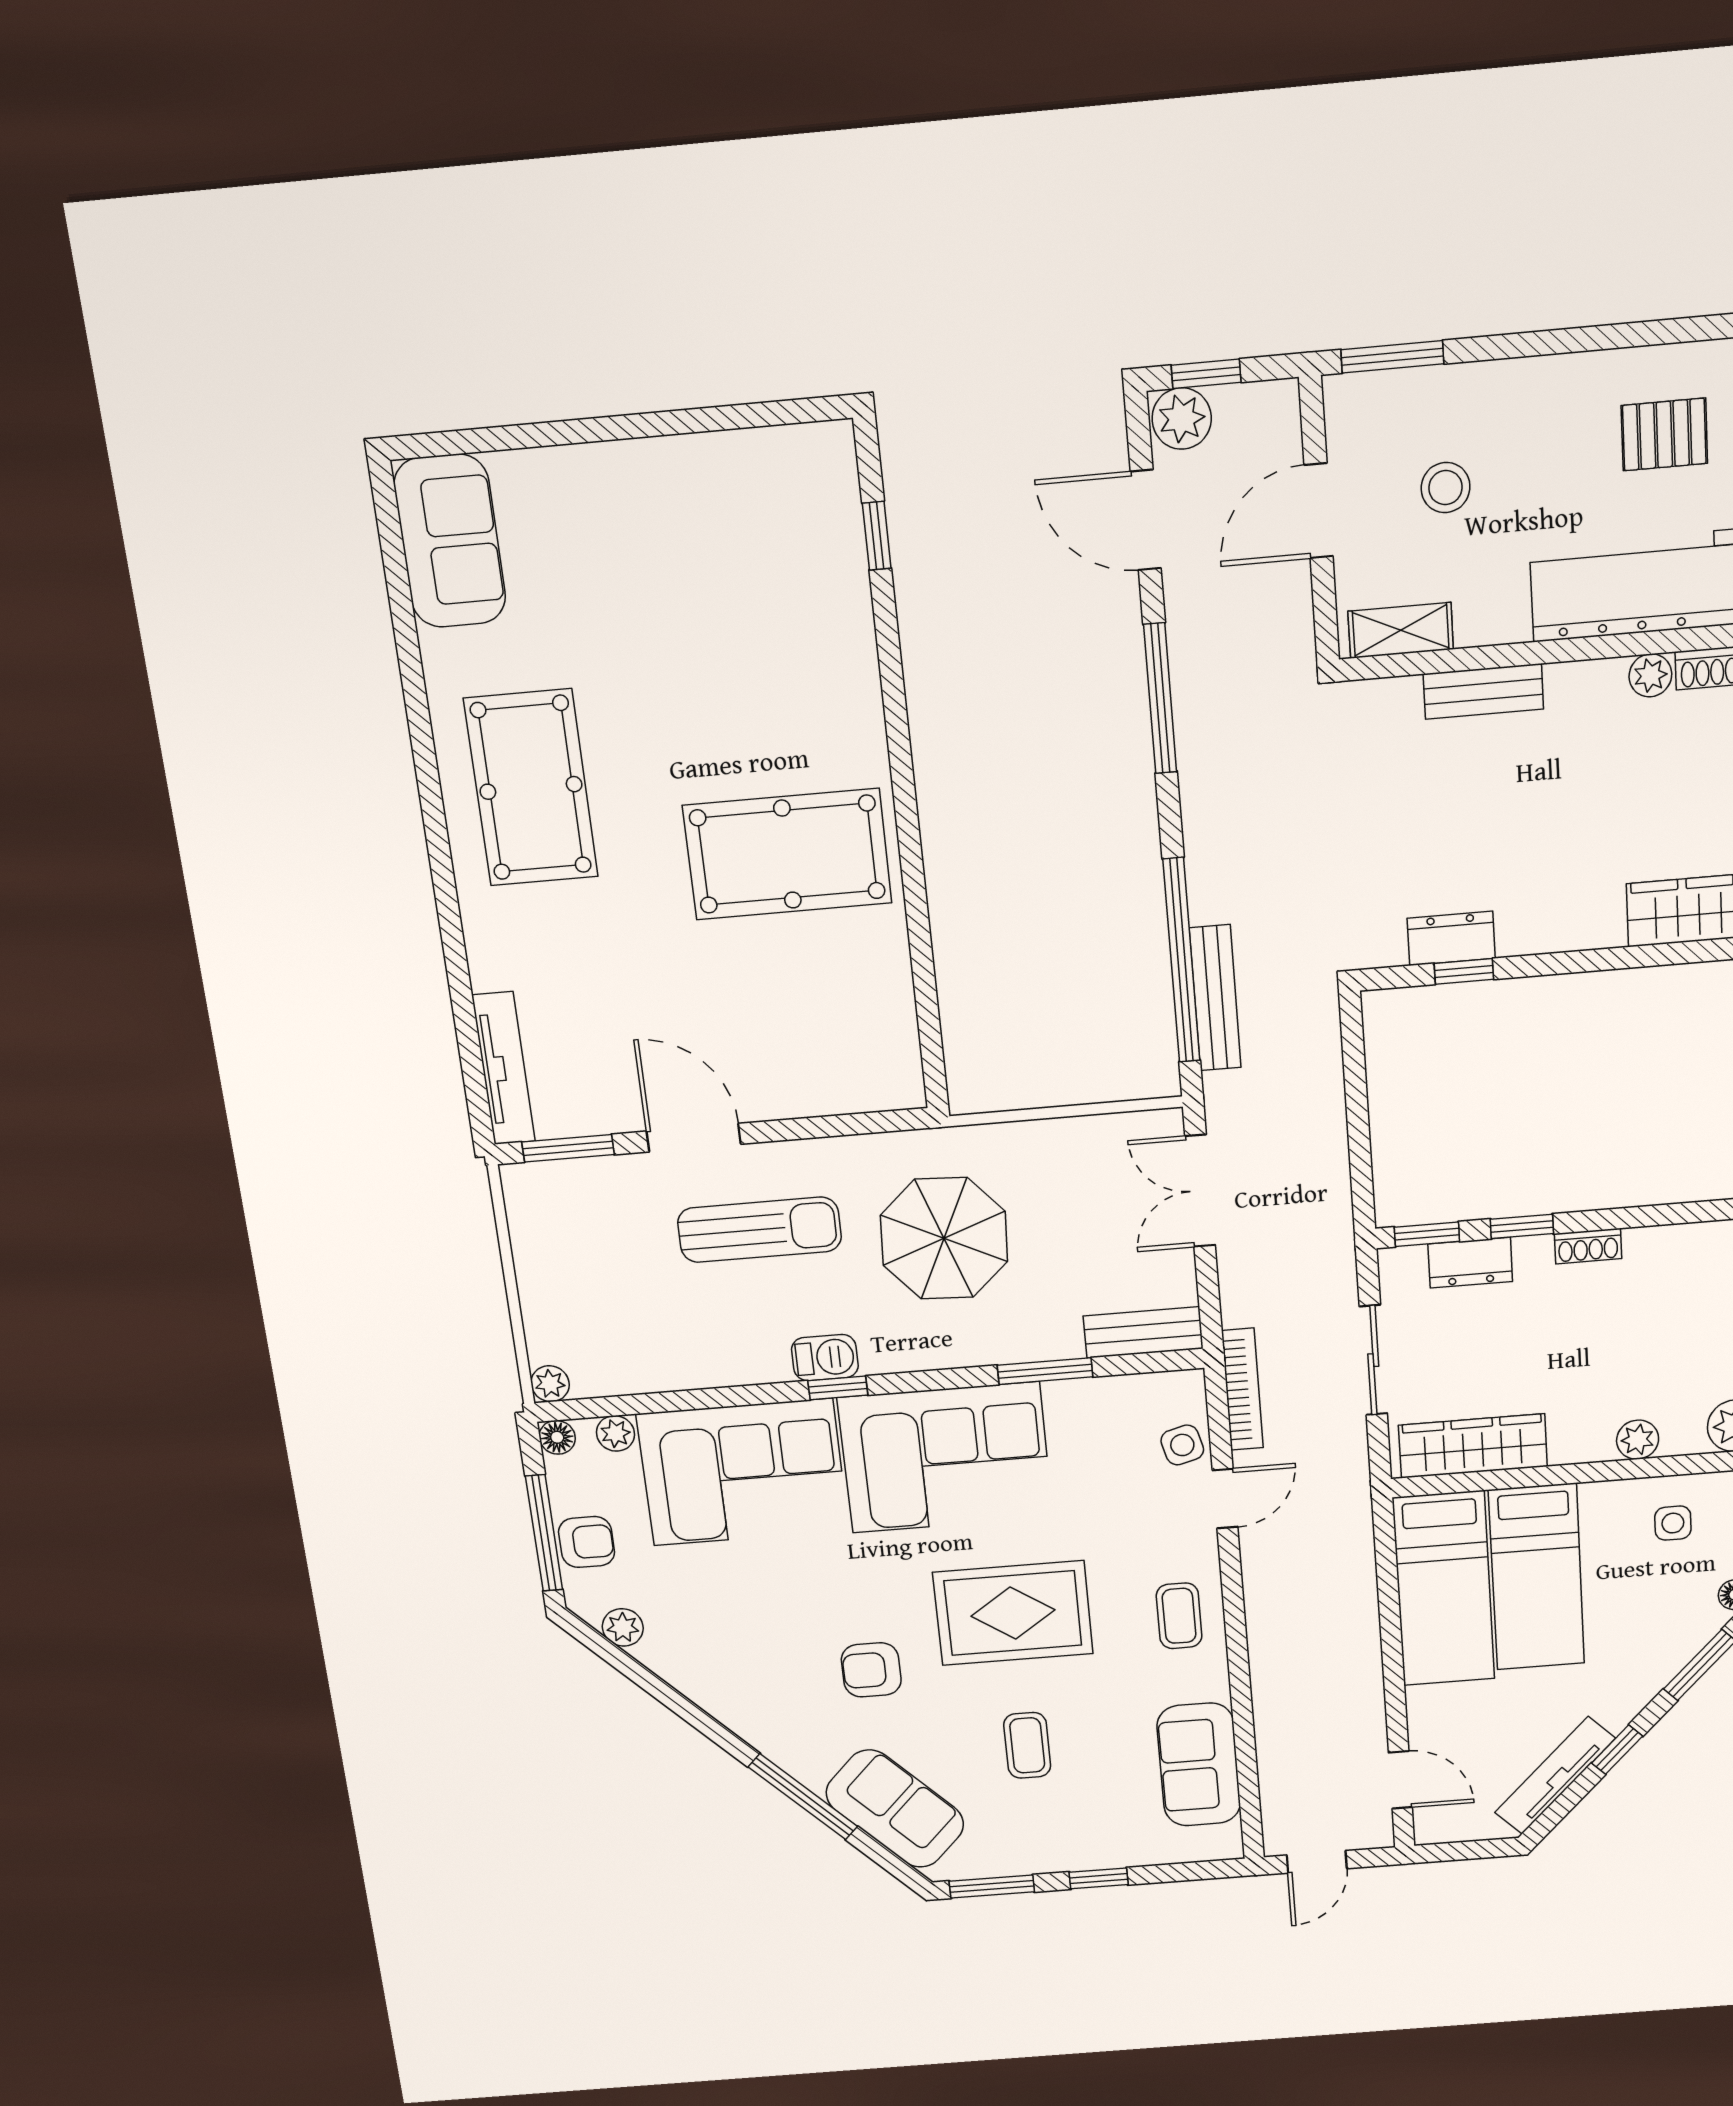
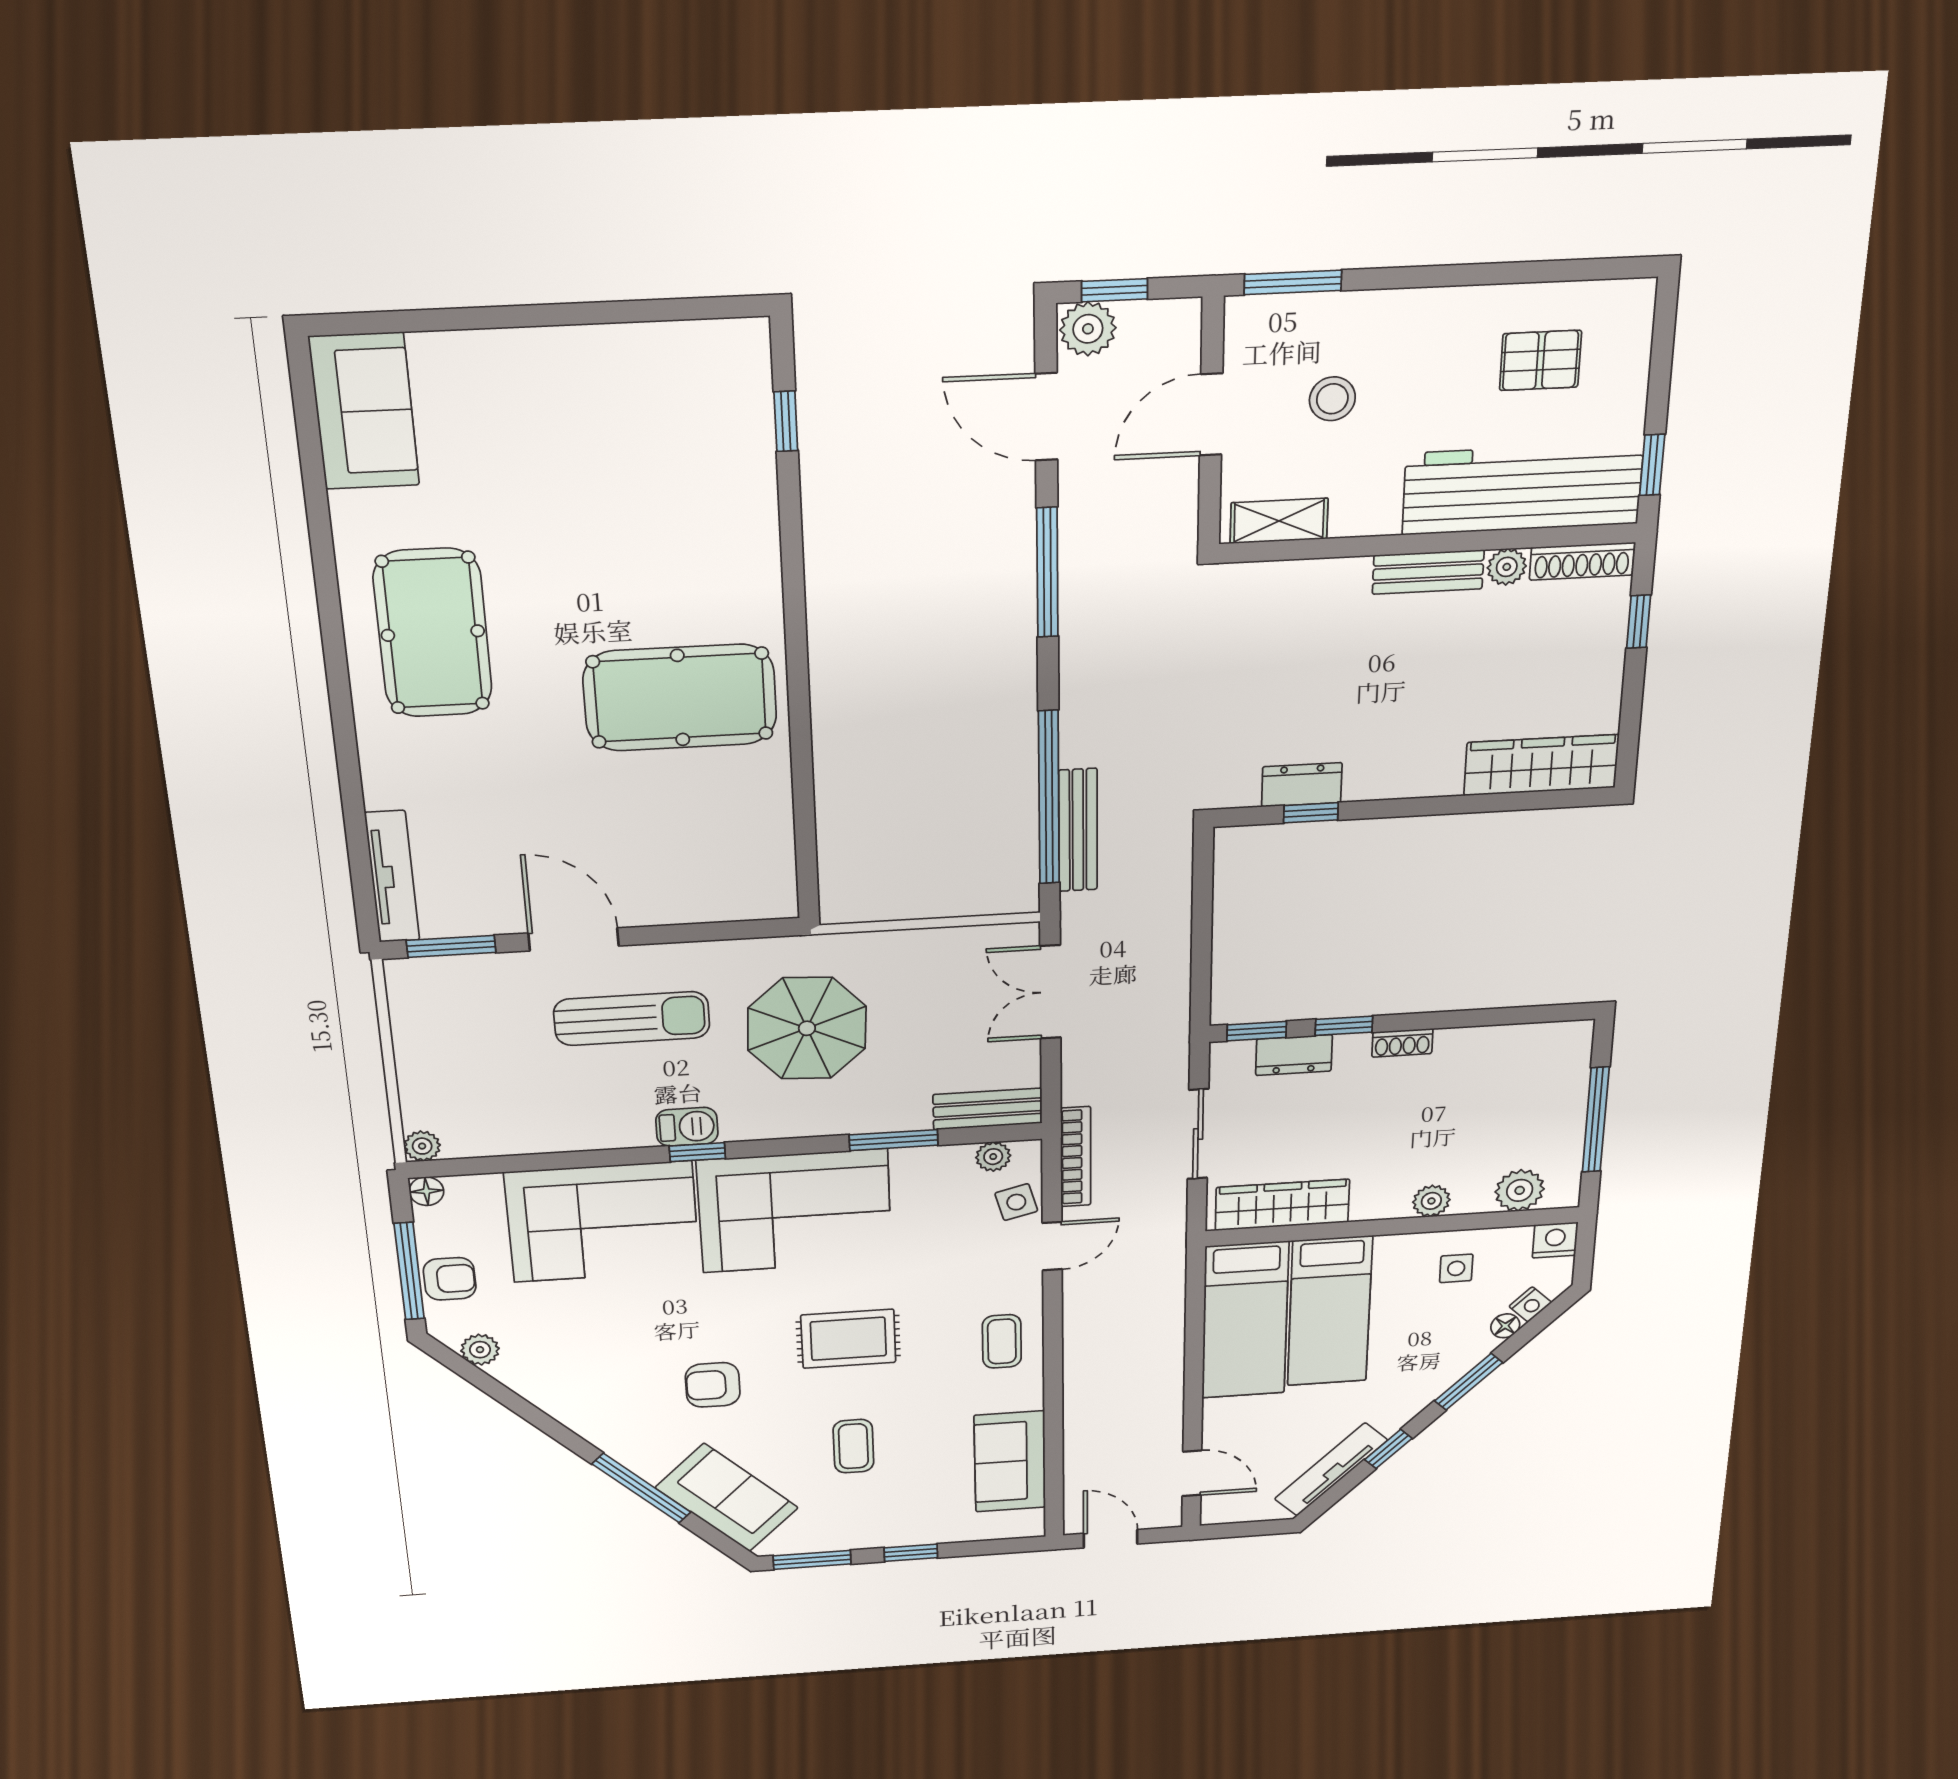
bench: (1483, 691) -> (1428, 572), moved
plant: (616, 1433) -> (993, 1157), moved
rug: (1013, 1613) -> (848, 1339), width x0.73, depth x0.70
door: (1317, 1862) -> (1111, 1539), swing flipped

